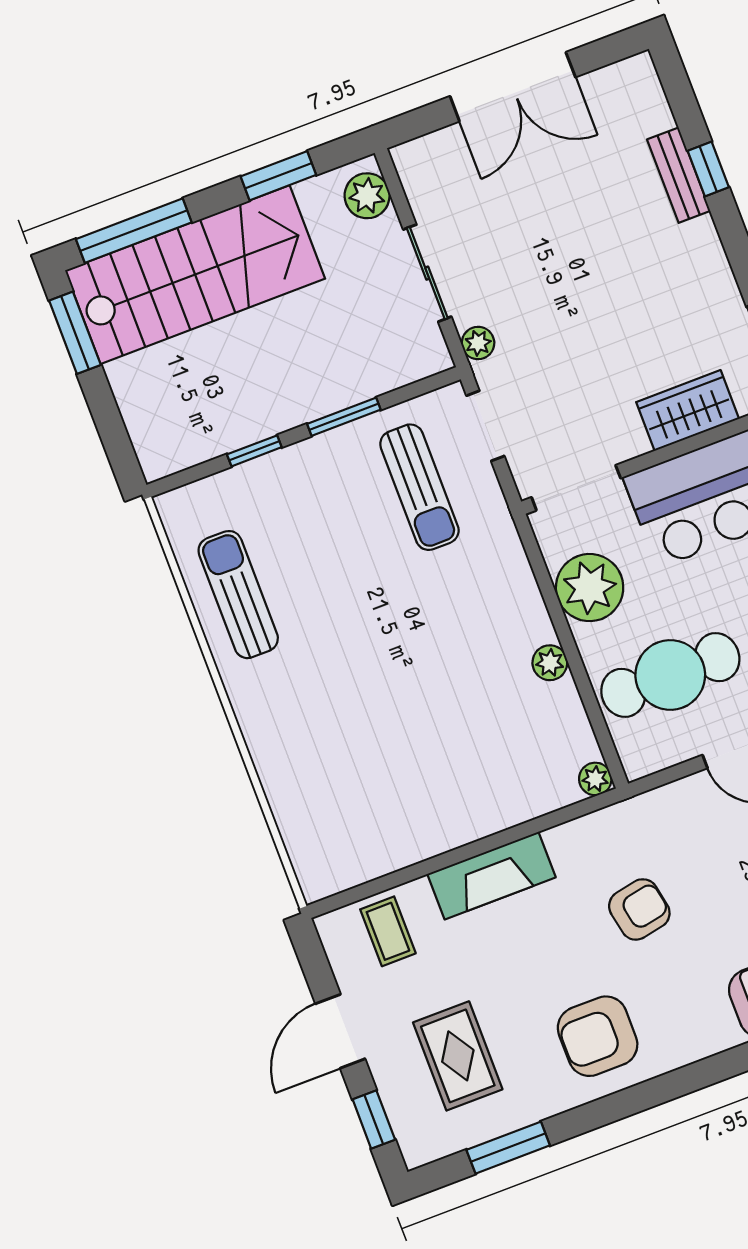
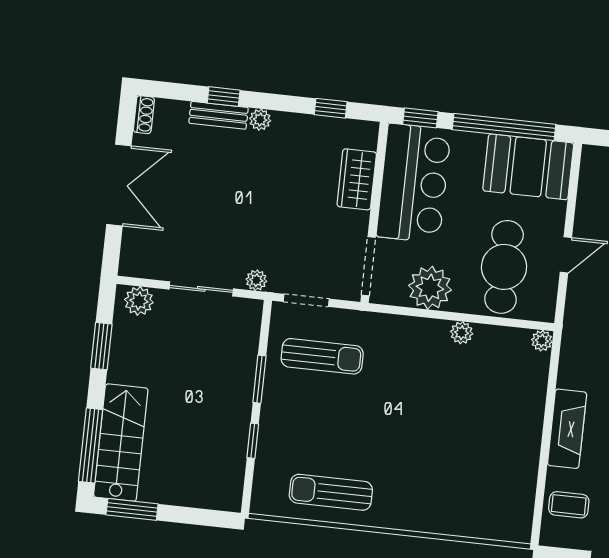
shoe rack: (627, 72) -> (144, 115), added
plant: (702, 235) -> (260, 120), added
stairs: (195, 275) -> (121, 443), width x0.73, depth x0.66

